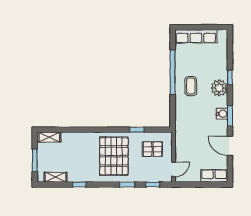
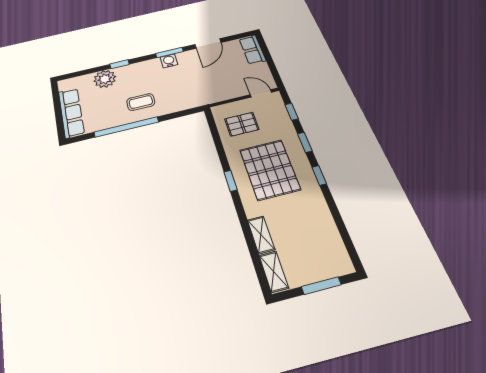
plant: (219, 88) -> (105, 79), moved
window: (137, 130) -> (230, 181), moved
pallet: (152, 149) -> (242, 124), turned 90
pallet: (114, 156) -> (270, 169), turned 90
shelving: (56, 177) -> (261, 235), moved
window: (79, 185) -> (319, 175), moved

